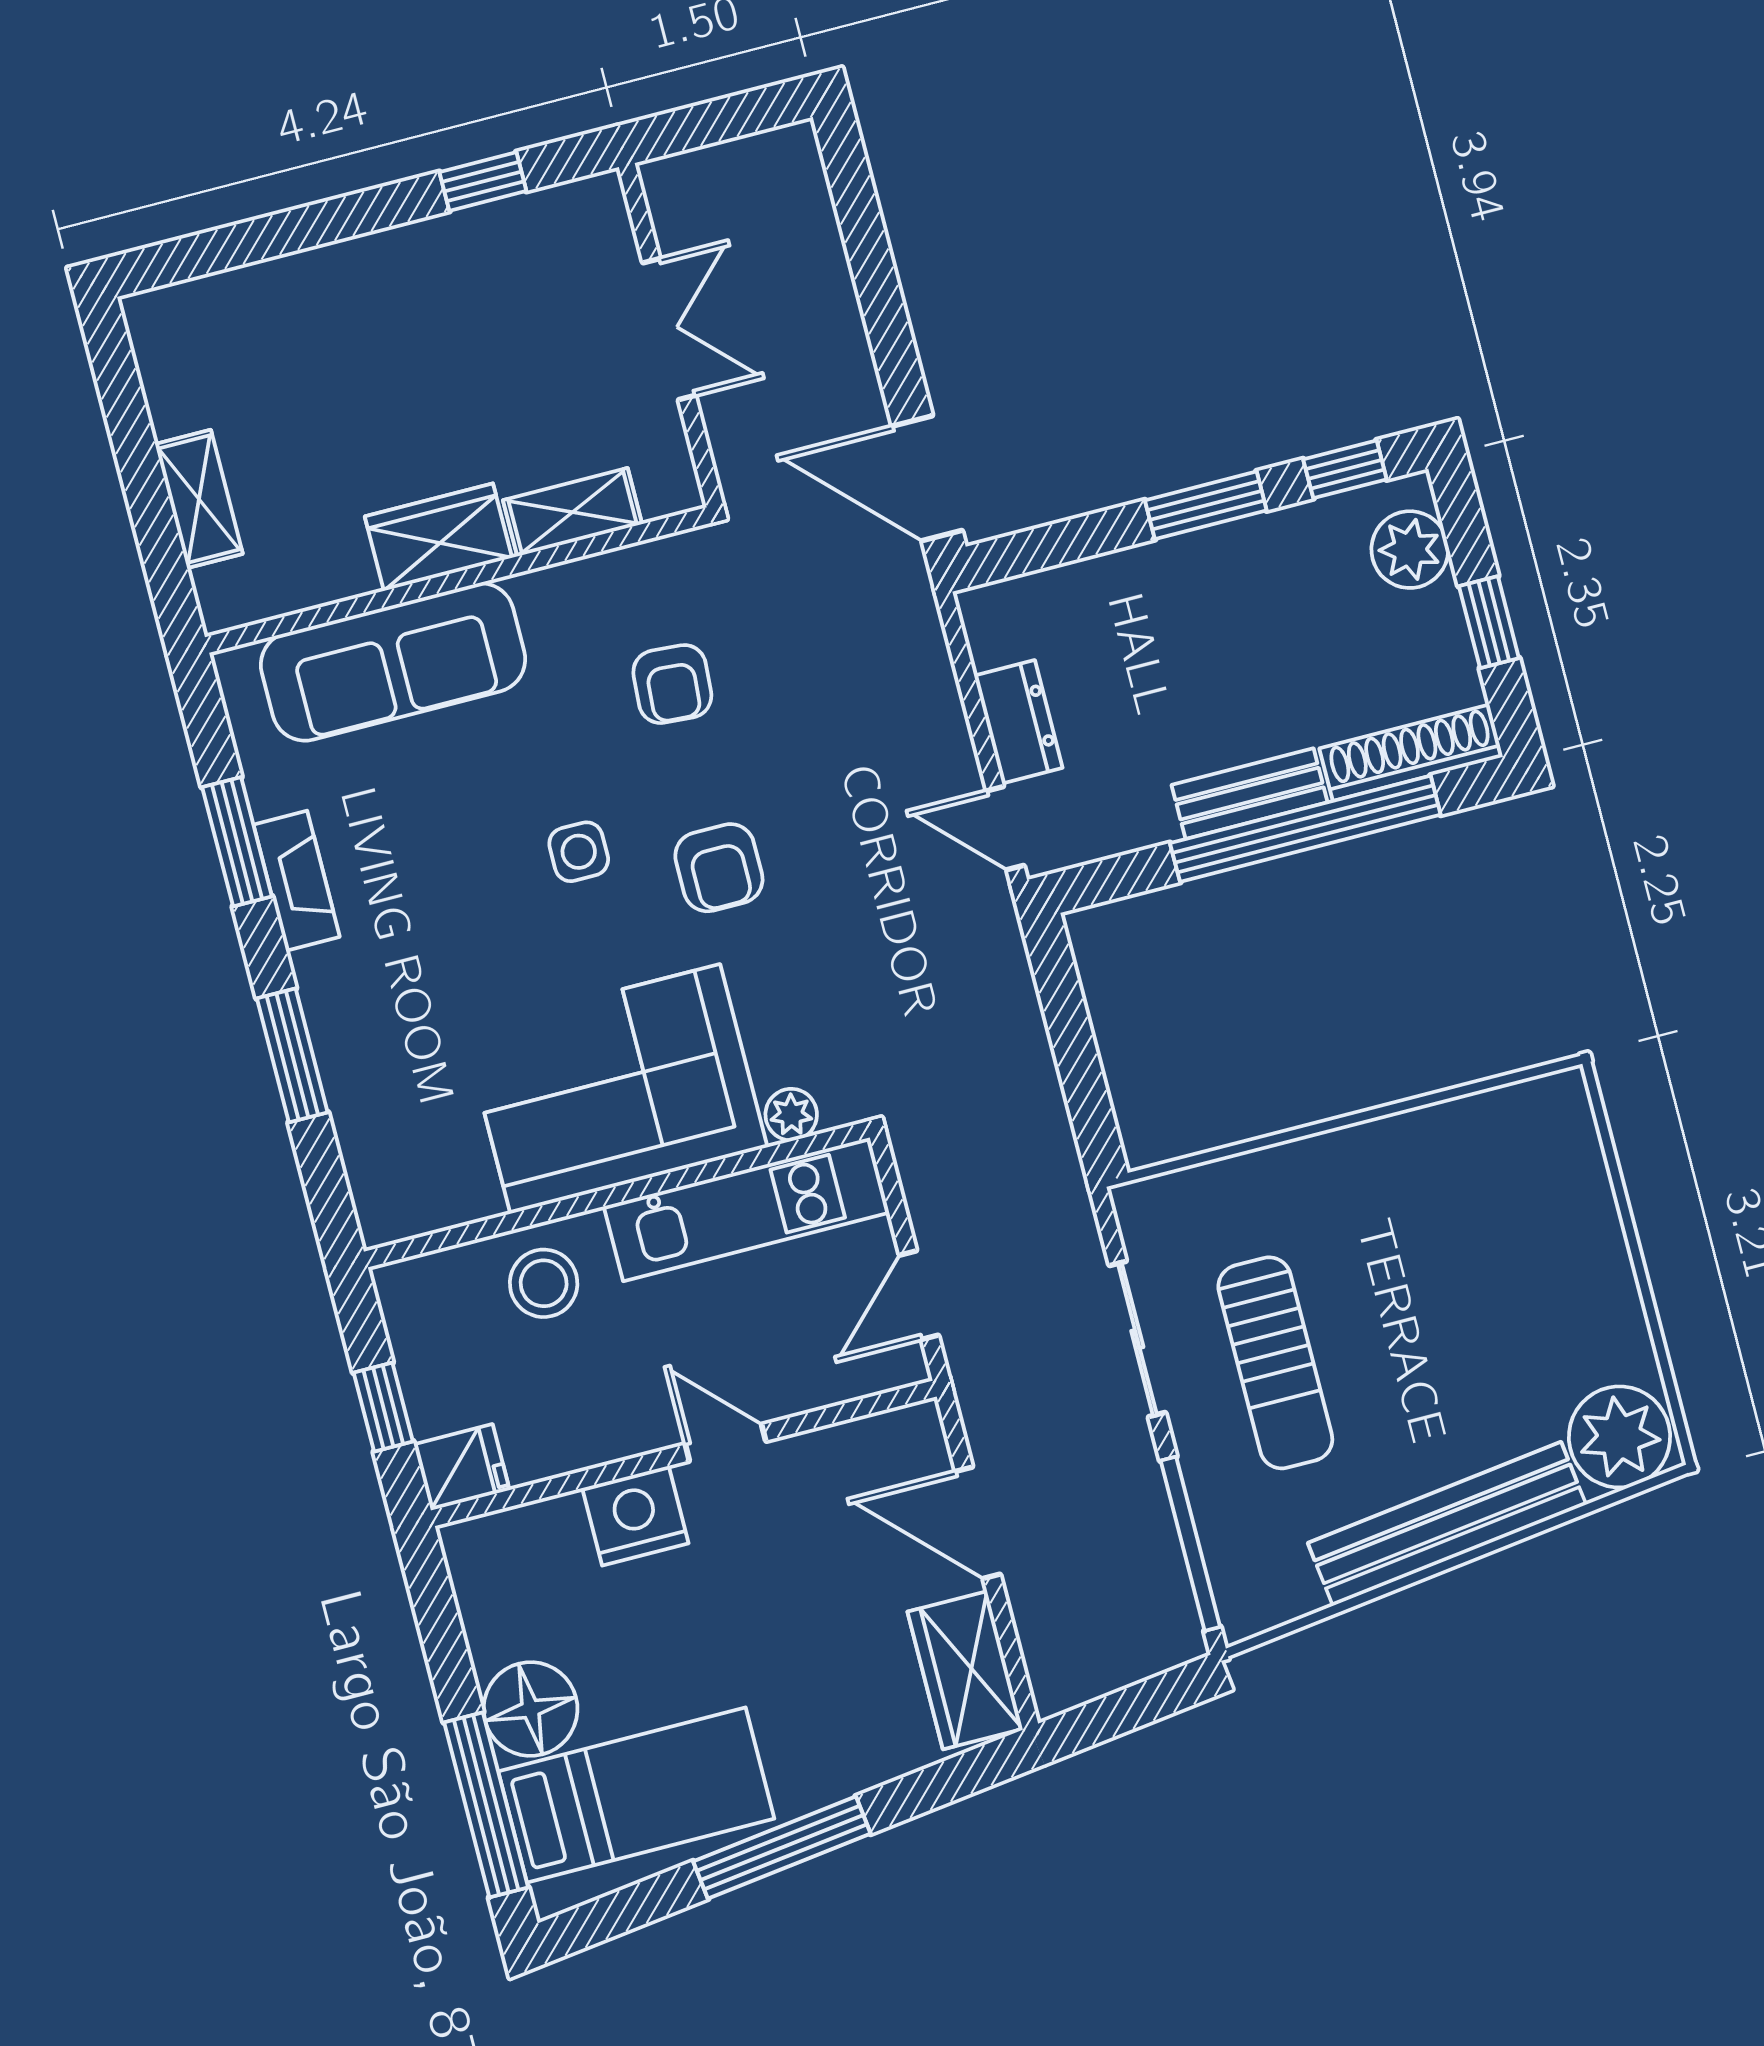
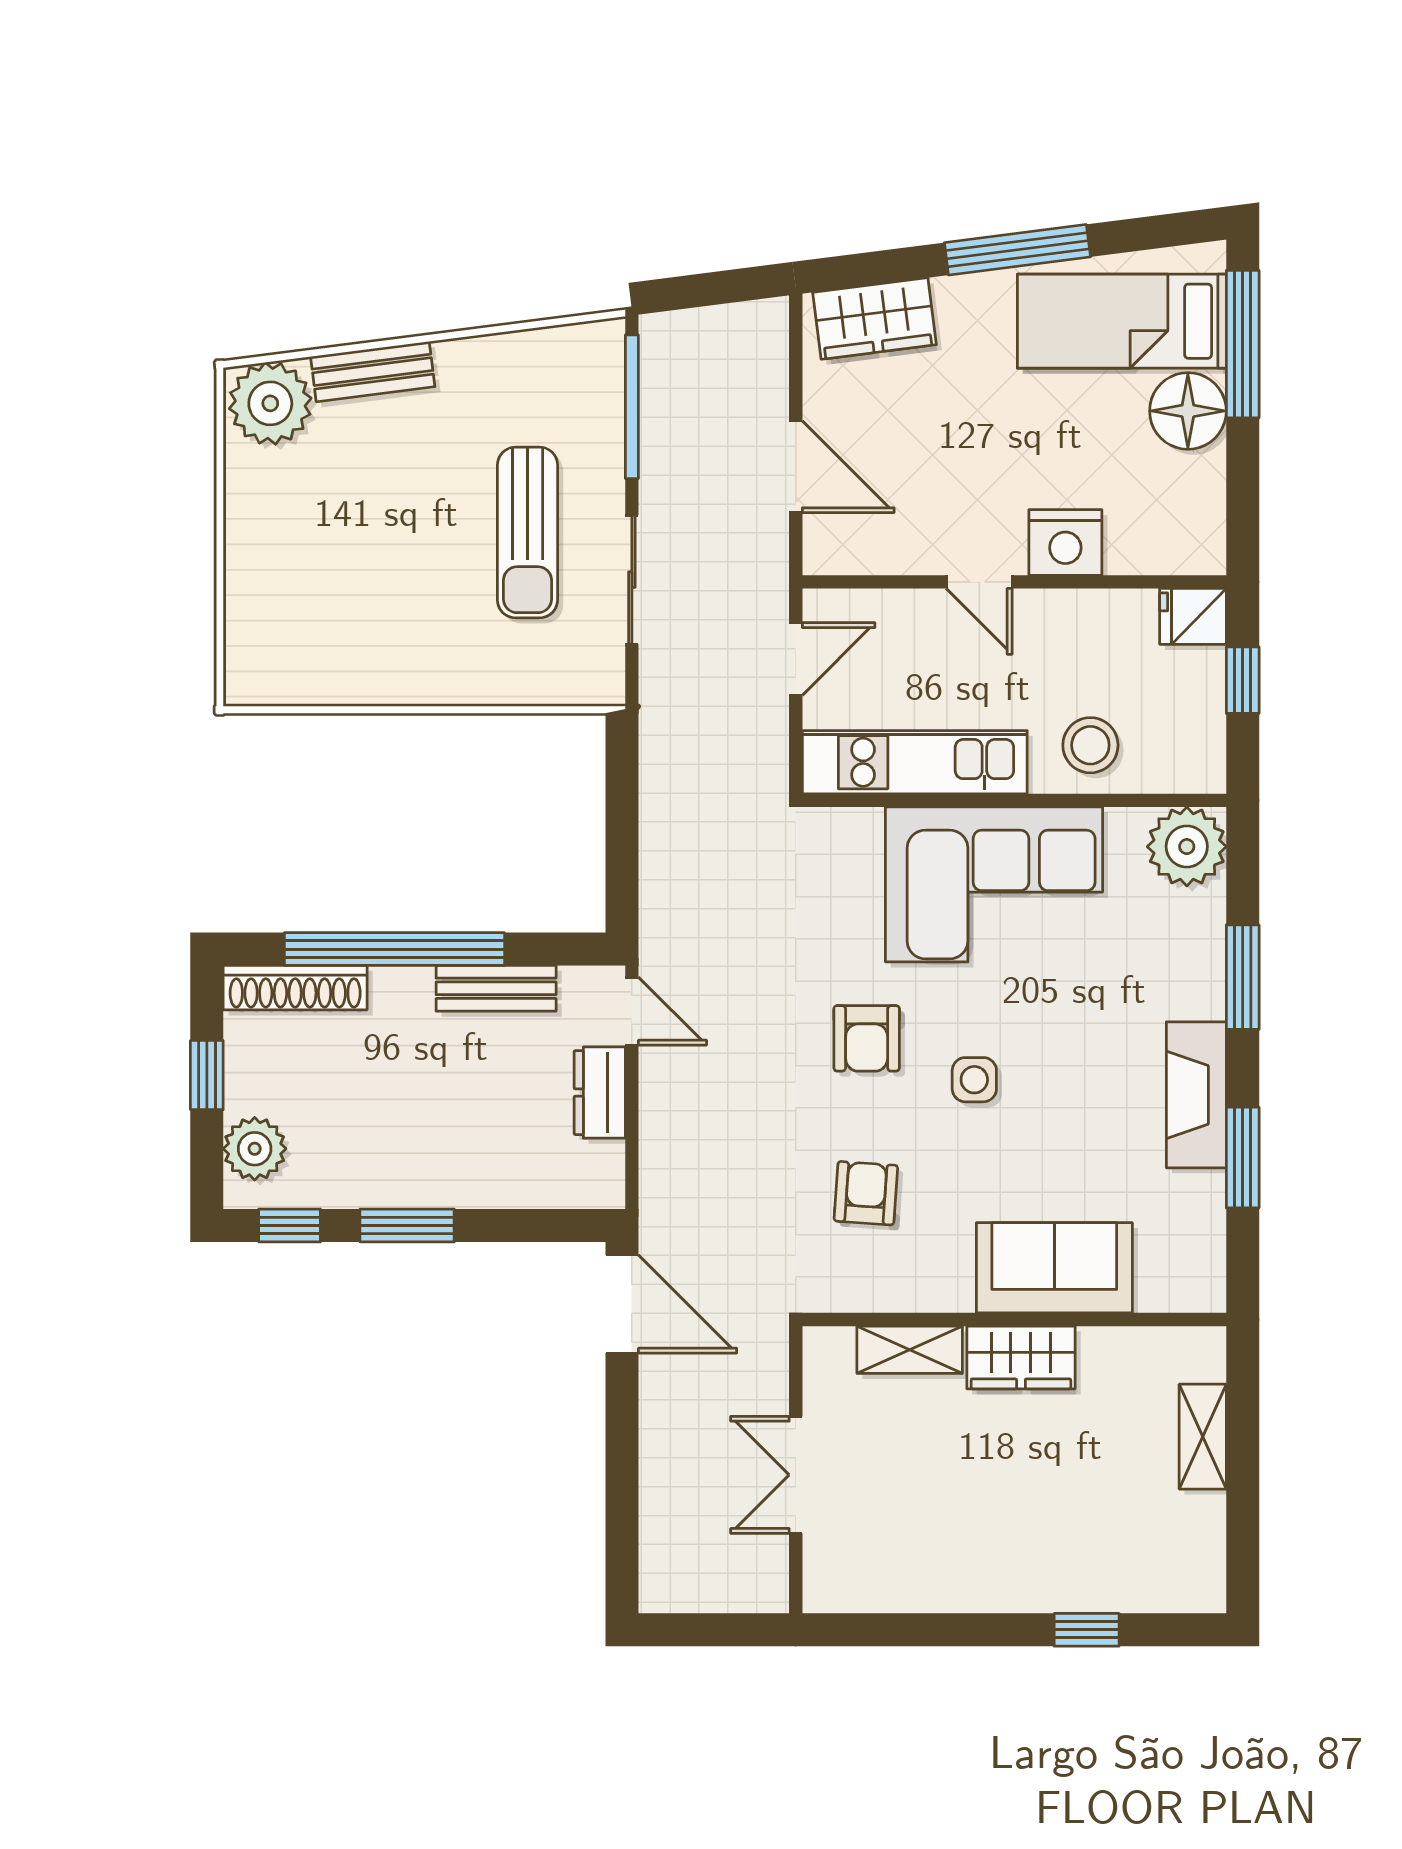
window: (483, 182) -> (1087, 1630), moved
sofa: (393, 662) -> (1054, 1268), width x0.73
bench: (1250, 794) -> (496, 988), moved
armchair: (719, 868) -> (867, 1038), turned 180
fireplace: (297, 881) -> (1196, 1095), width x1.37, depth x1.32
plant: (791, 1115) -> (1187, 847), moved, width x1.88, depth x1.88
sun lounger: (1275, 1363) -> (528, 532), turned 180
bench: (1447, 1524) -> (373, 372), width x0.54, depth x0.82
wardrobe: (965, 1670) -> (875, 319), moved, turned 83

